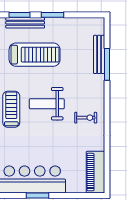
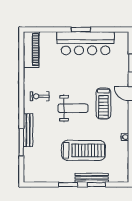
bench: (99, 54) -> (28, 130), moved
treadmill: (35, 55) -> (83, 150), turned 180

